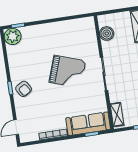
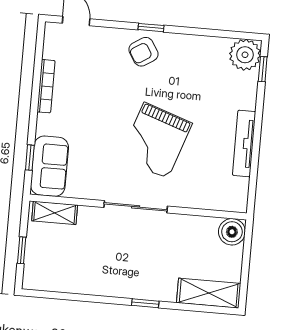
tv unit: (58, 26) -> (244, 143), added
boiler: (107, 33) -> (232, 232), moved
sofa: (88, 124) -> (50, 166), width x0.73

